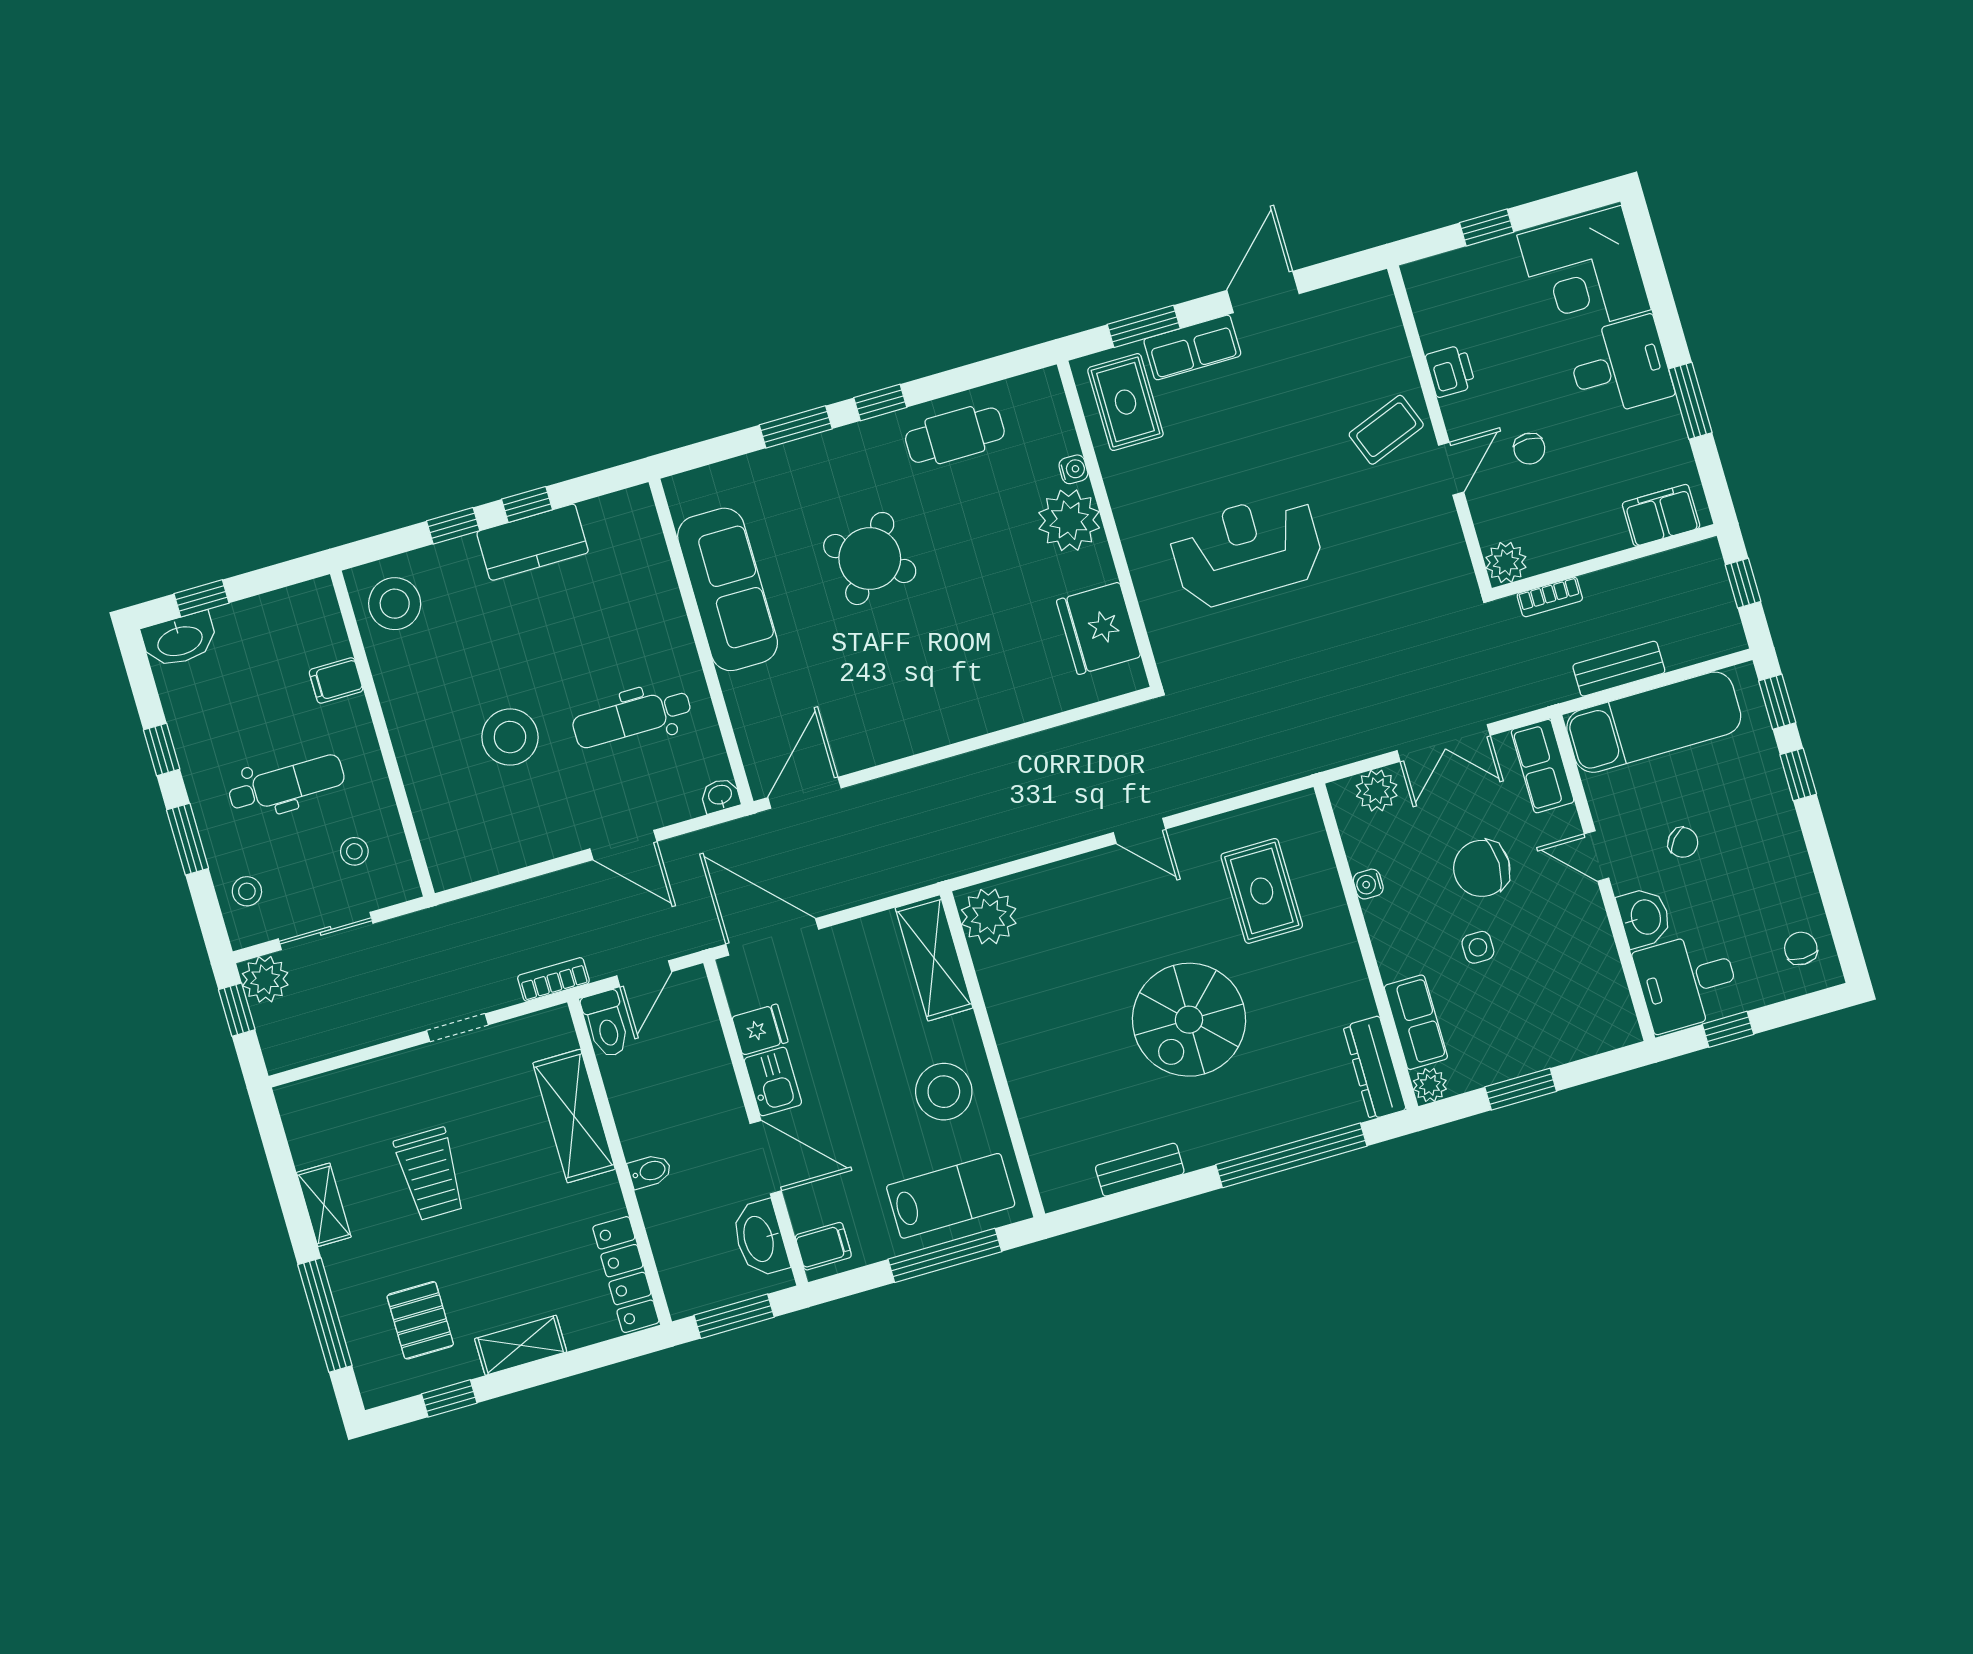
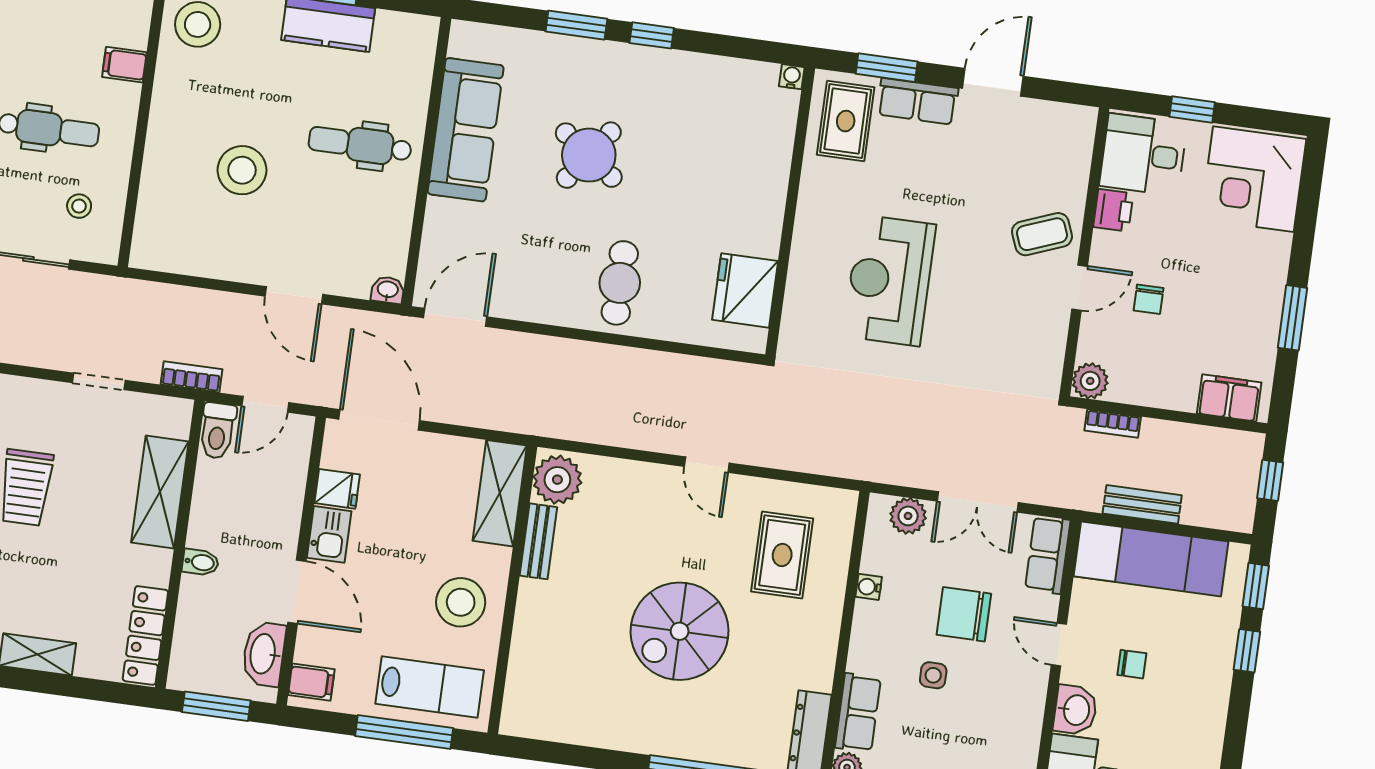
desk: (1620, 367) -> (1143, 155), moved, turned 180
cafe table: (955, 435) -> (620, 283), moved, turned 90
water cooler: (1073, 469) -> (792, 77), moved, turned -90
plant: (1069, 520) -> (760, 195), removed
reception desk: (1247, 550) -> (890, 280), turned -90
dental chair: (632, 718) -> (360, 145), moved
chair: (1683, 842) -> (1132, 664), turned -41
bench: (1140, 1170) -> (538, 541), moved, turned 90

